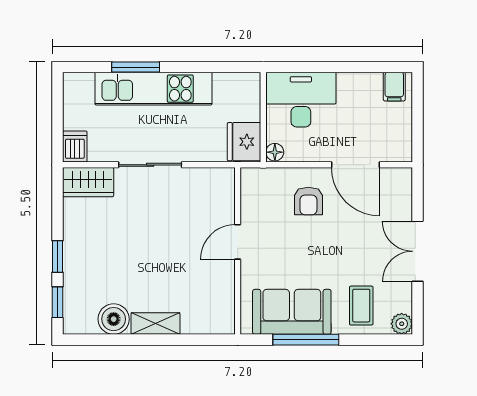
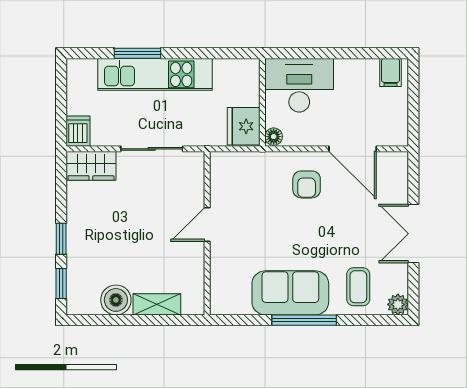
door: (238, 242) -> (207, 224), moved
wall: (238, 251) -> (207, 233), moved

